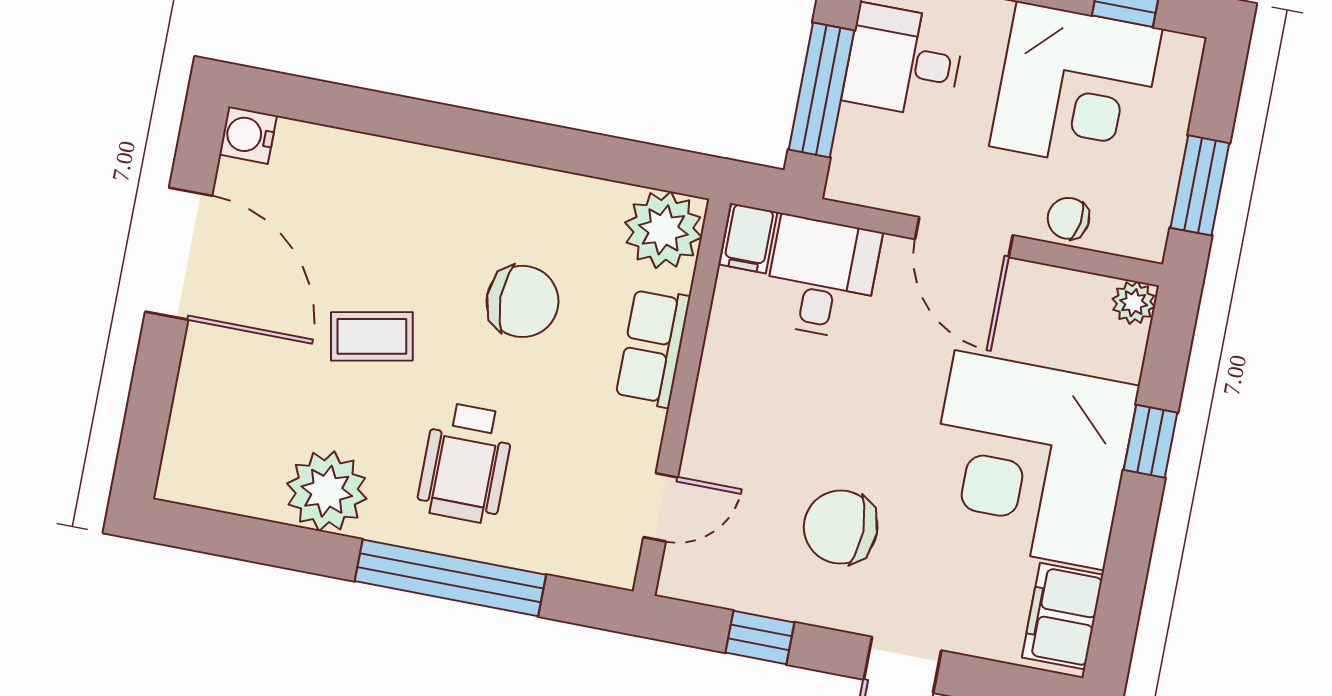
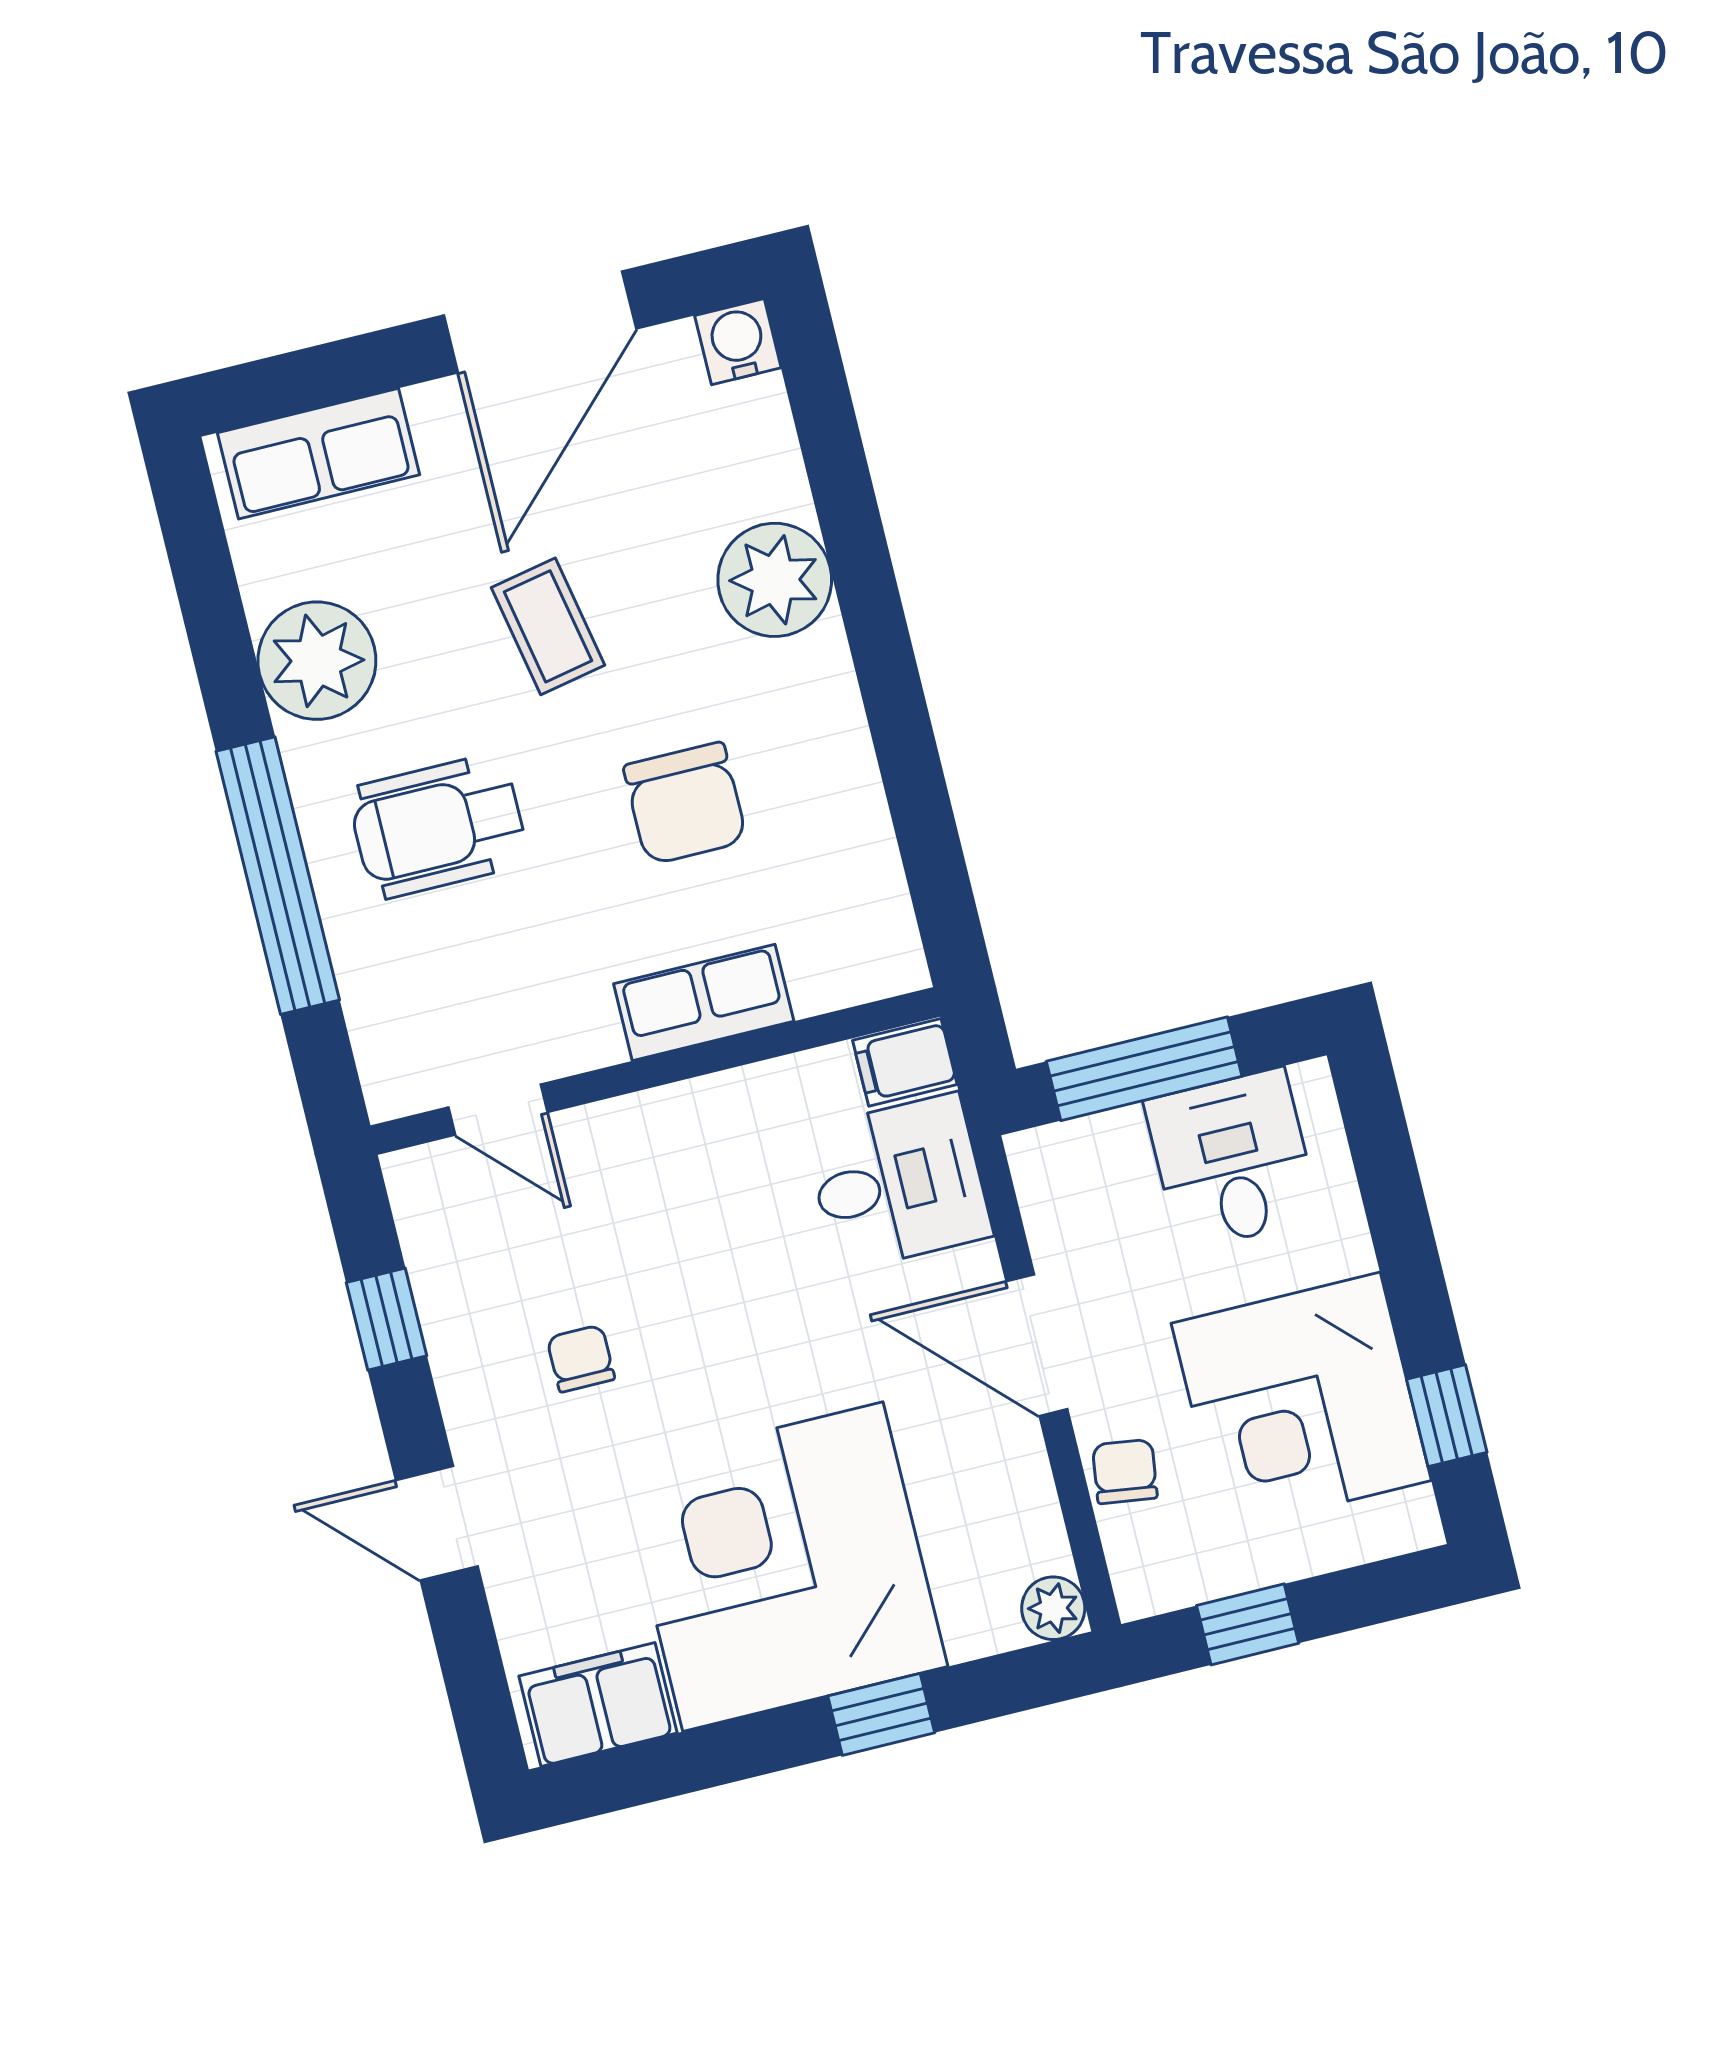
window: (1200, 185) -> (1248, 1624), width x0.67
plant: (663, 230) -> (775, 580), moved
door: (964, 237) -> (1037, 1345), hinge flipped
row of seats: (197, 431) -> (318, 454), added
chair: (841, 527) -> (581, 1359), width x0.54, depth x0.54

